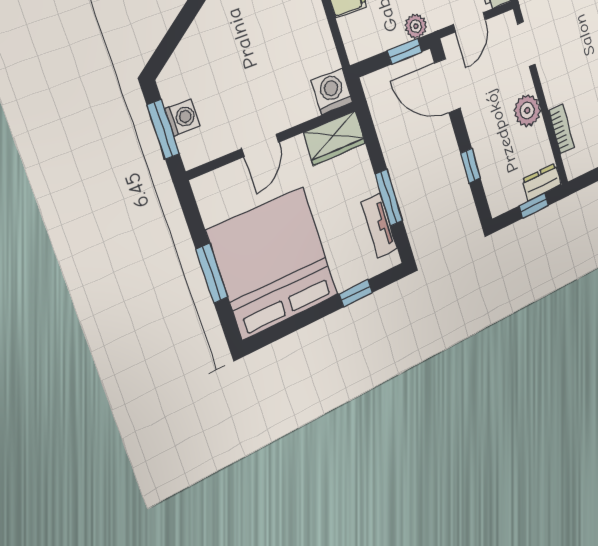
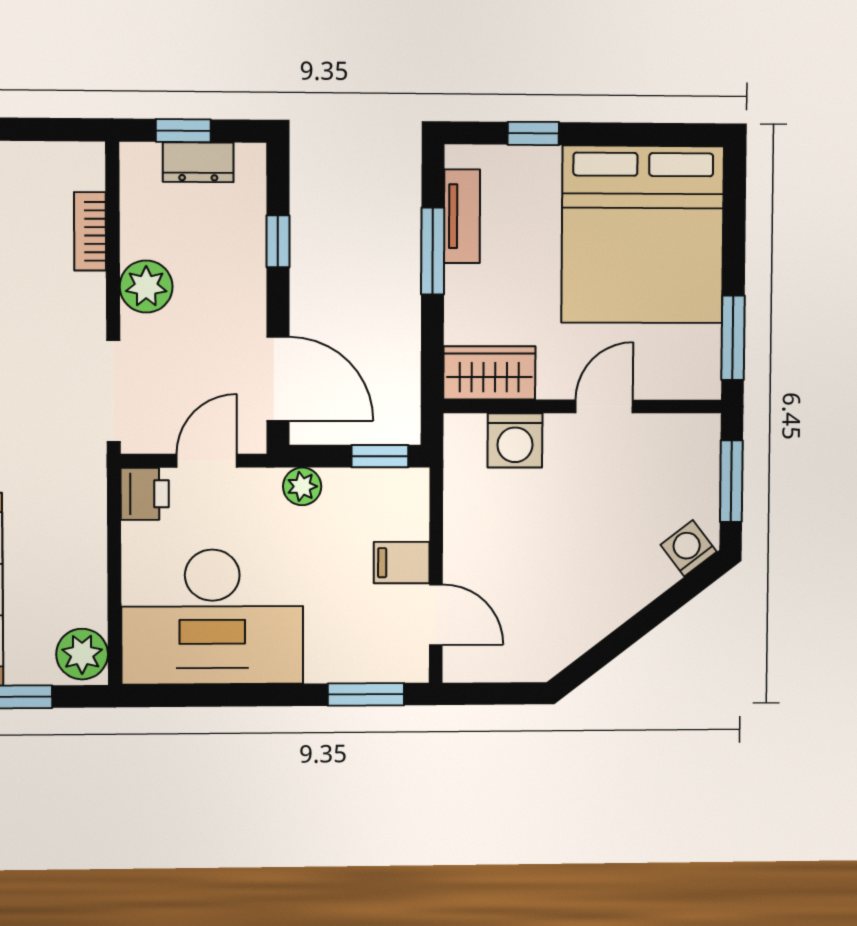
doorway: (526, 44) -> (113, 391), width x1.38
window: (405, 51) -> (380, 456), moved
washing machine: (332, 92) -> (515, 440), moved
washing machine: (183, 118) -> (689, 548), moved, turned 53
dresser: (542, 182) -> (198, 162), moved
window: (212, 273) -> (733, 338), moved

